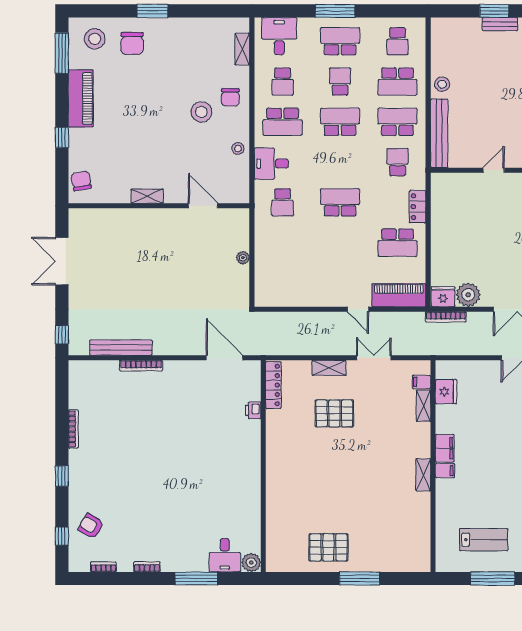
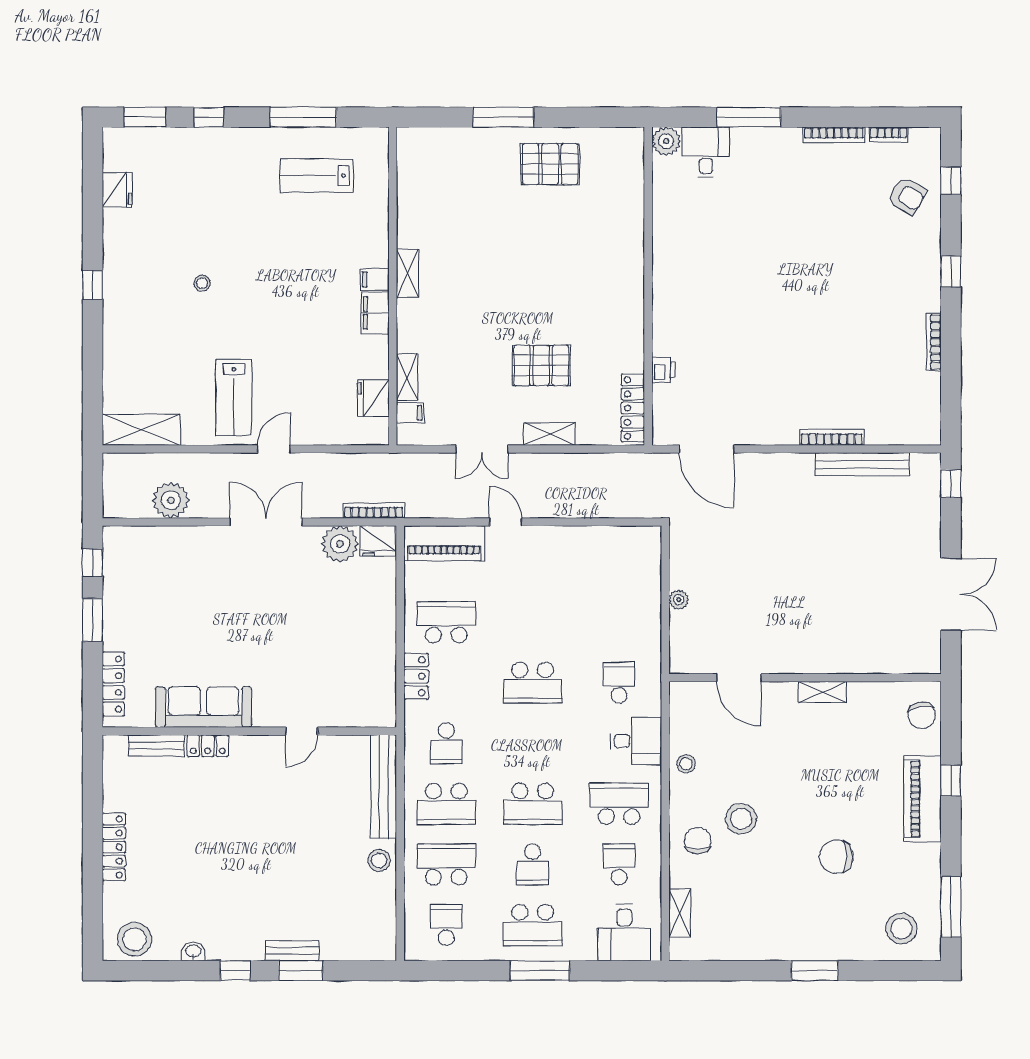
chair: (132, 43) -> (836, 857), moved, turned -90
piano: (81, 98) -> (922, 799), moved
bookcase: (147, 567) -> (834, 135), width x1.56

